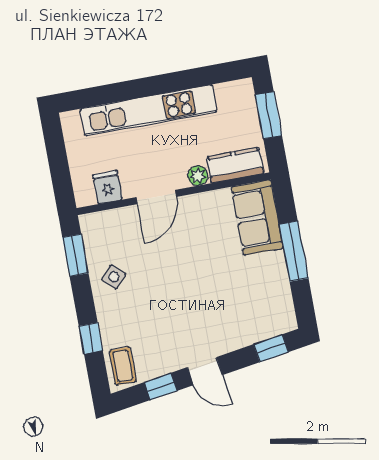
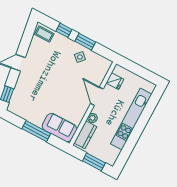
window: (75, 255) -> (85, 42), moved
window: (161, 386) -> (26, 42), removed

